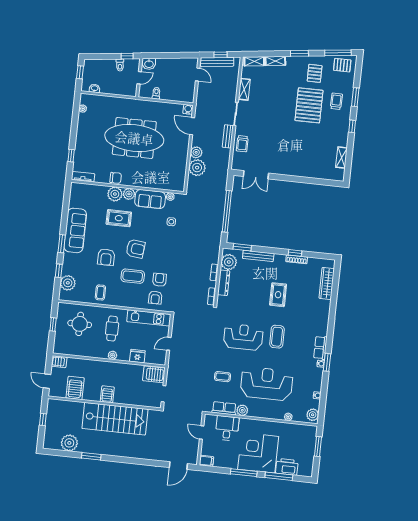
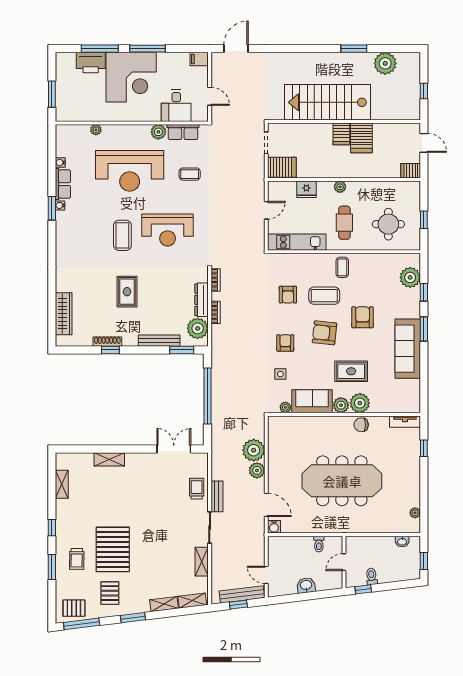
washbasin: (149, 64) -> (306, 585), moved
shelving: (304, 172) -> (109, 459), added
coffee table: (100, 292) -> (342, 267), moved
armchair: (155, 297) -> (285, 343), moved
row of seats: (320, 348) -> (63, 184), moved
server rack: (75, 388) -> (361, 138), moved
plant: (313, 415) -> (64, 136), removed

